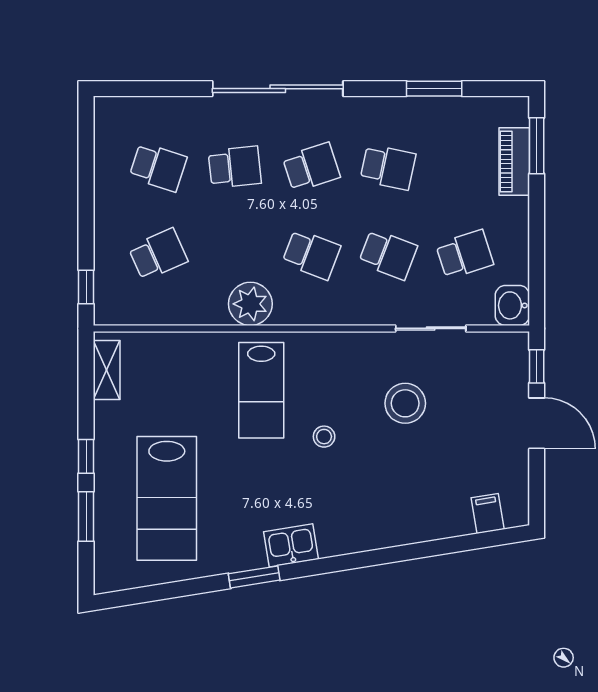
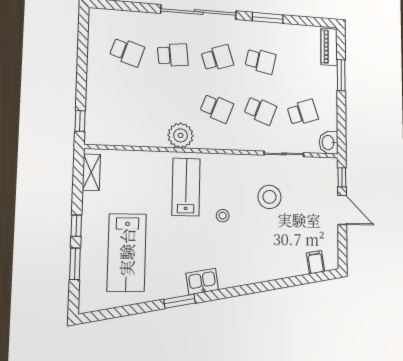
window: (434, 89) -> (268, 18), moved
window: (537, 146) -> (341, 75), moved
piano: (514, 162) -> (329, 47), moved
school desk: (158, 254) -> (126, 103), removed
lab bench: (261, 390) -> (186, 187), turned 180

